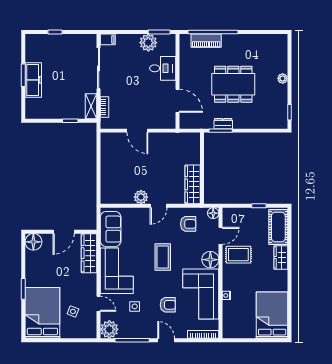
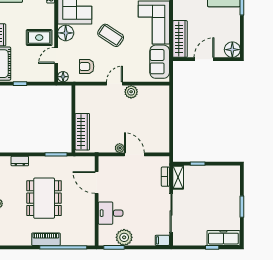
piano: (206, 41) -> (46, 239), moved
freezer: (33, 80) -> (223, 238), moved, turned 90
dining table: (233, 84) -> (44, 198), turned 90
dresser: (223, 124) -> (20, 161), moved
plant: (153, 137) -> (120, 148), added
wardrobe: (193, 184) -> (82, 132), moved
coffee table: (163, 257) -> (111, 35), turned -57

